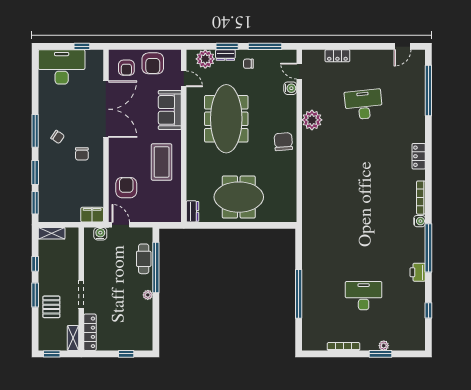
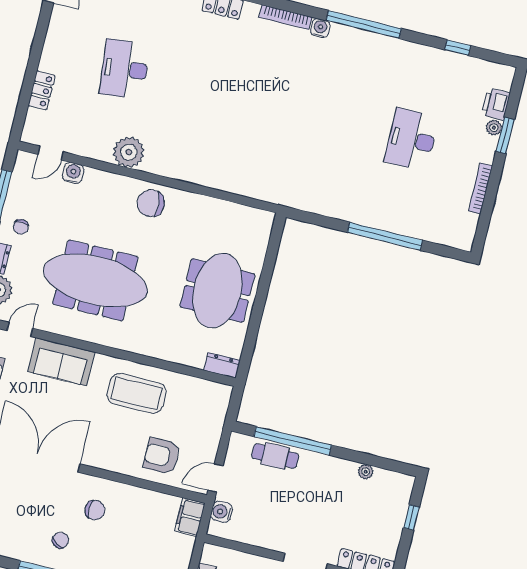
printer: (418, 272) -> (496, 104), moved, turned 90
plant: (148, 295) -> (366, 472), moved

